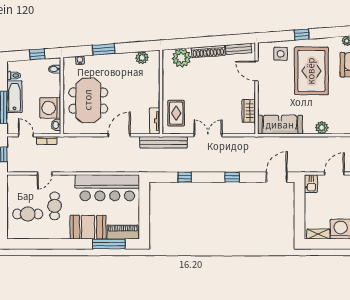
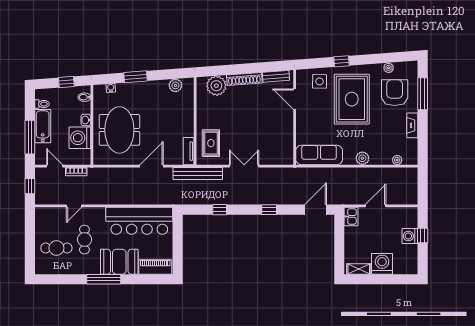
wardrobe: (249, 111) -> (286, 141), removed
washbasin: (56, 125) -> (86, 120), moved
window: (109, 244) -> (104, 279), moved

